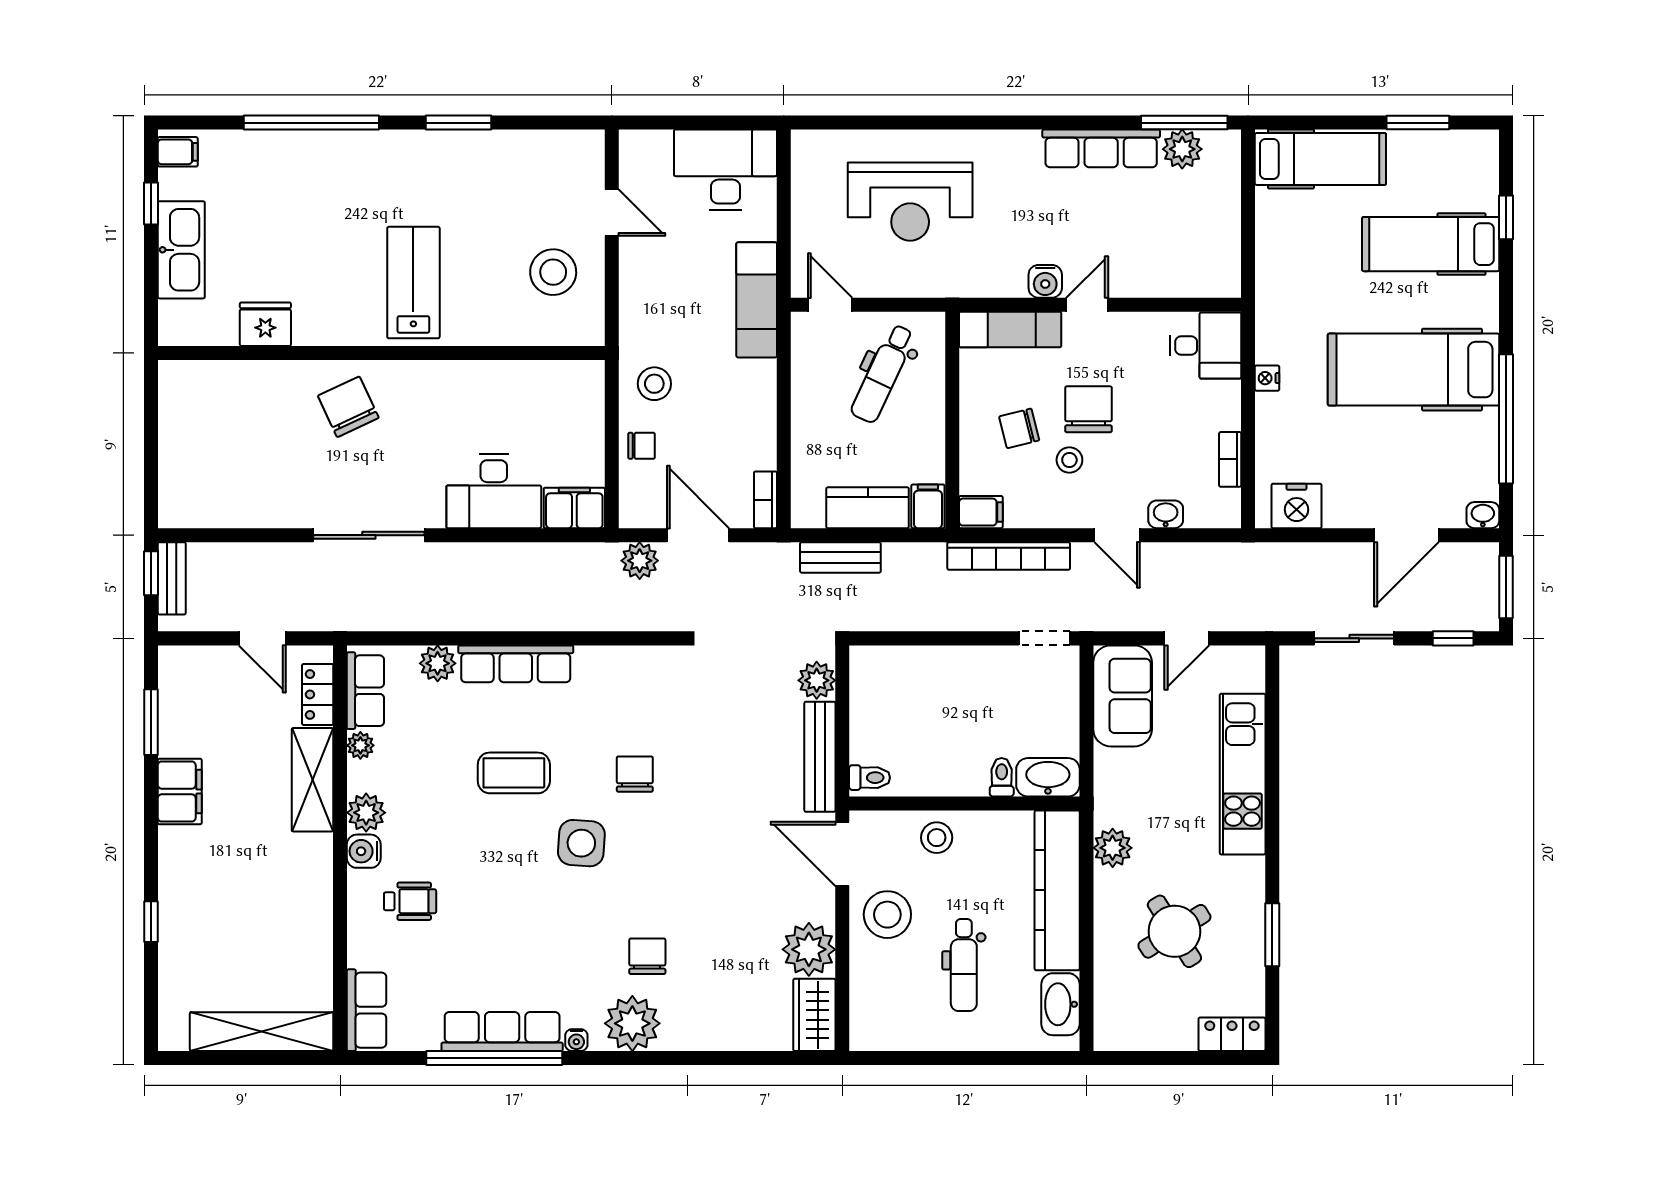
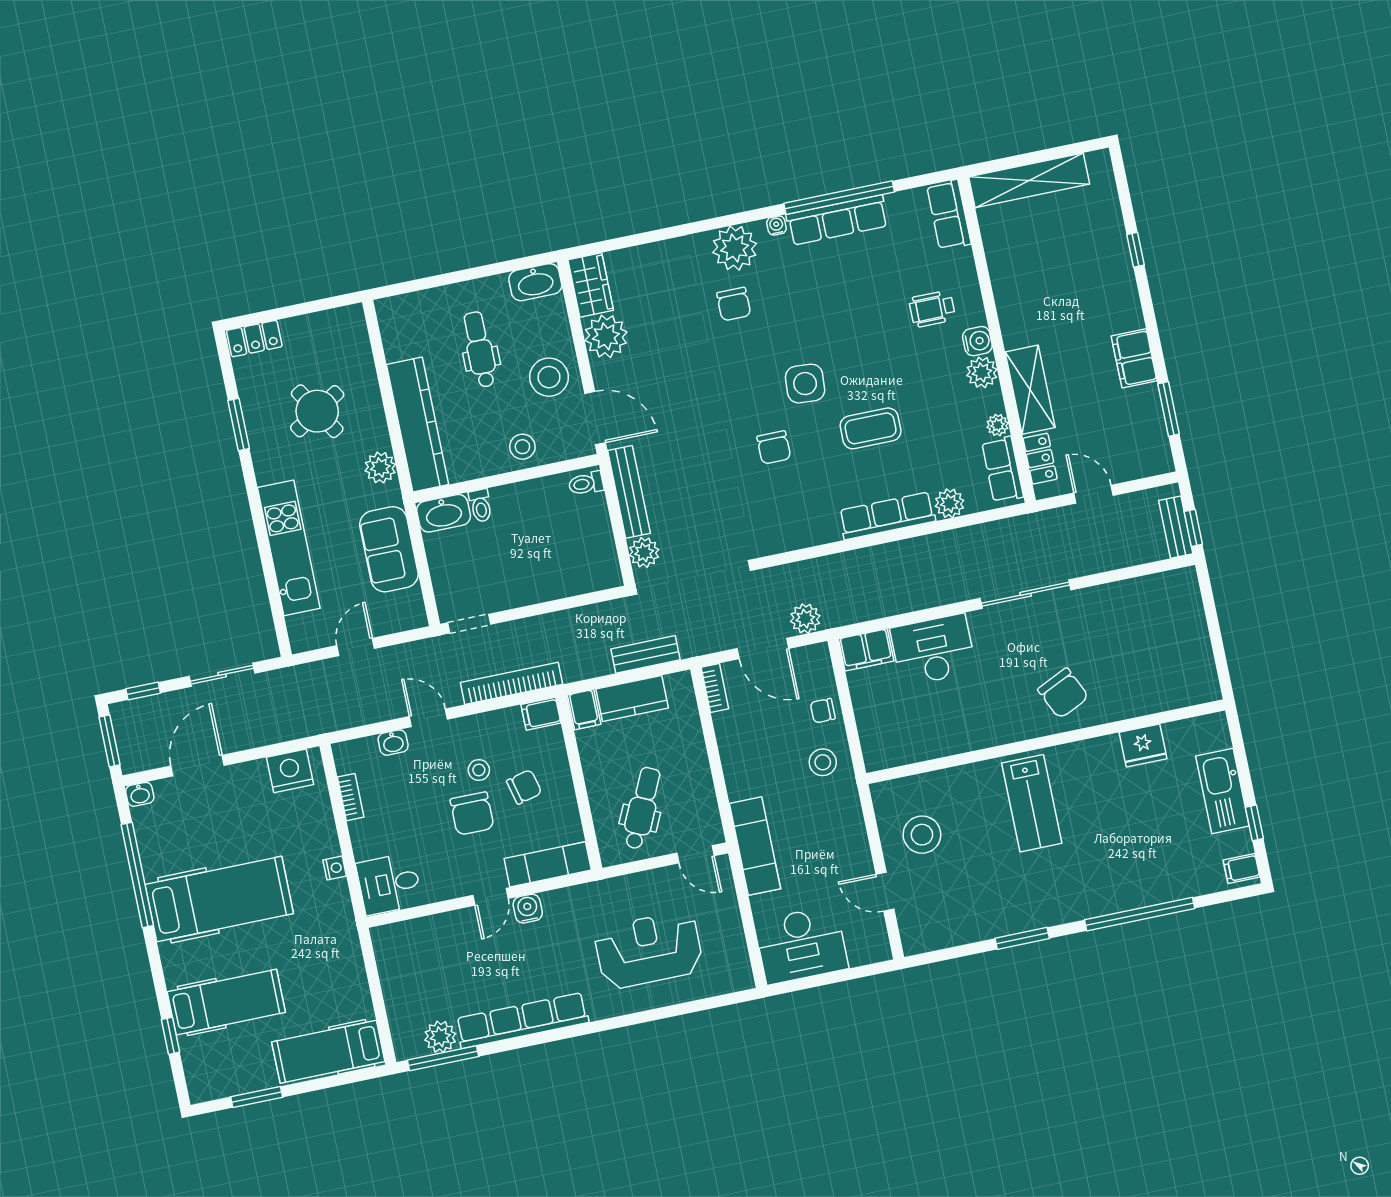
row of seats: (1101, 148) -> (522, 1020), width x1.36
sofa: (1123, 696) -> (389, 549), moved
washbasin: (1061, 1004) -> (535, 282), moved, turned 90

